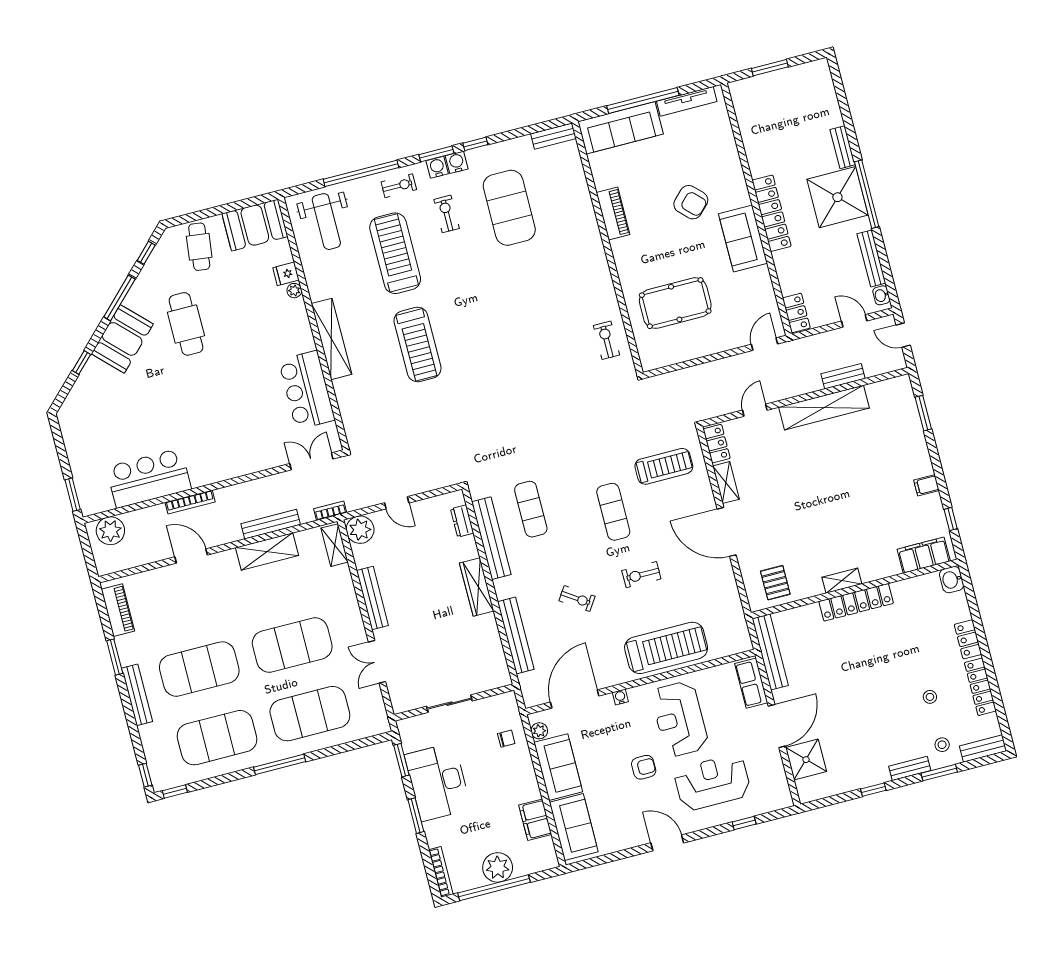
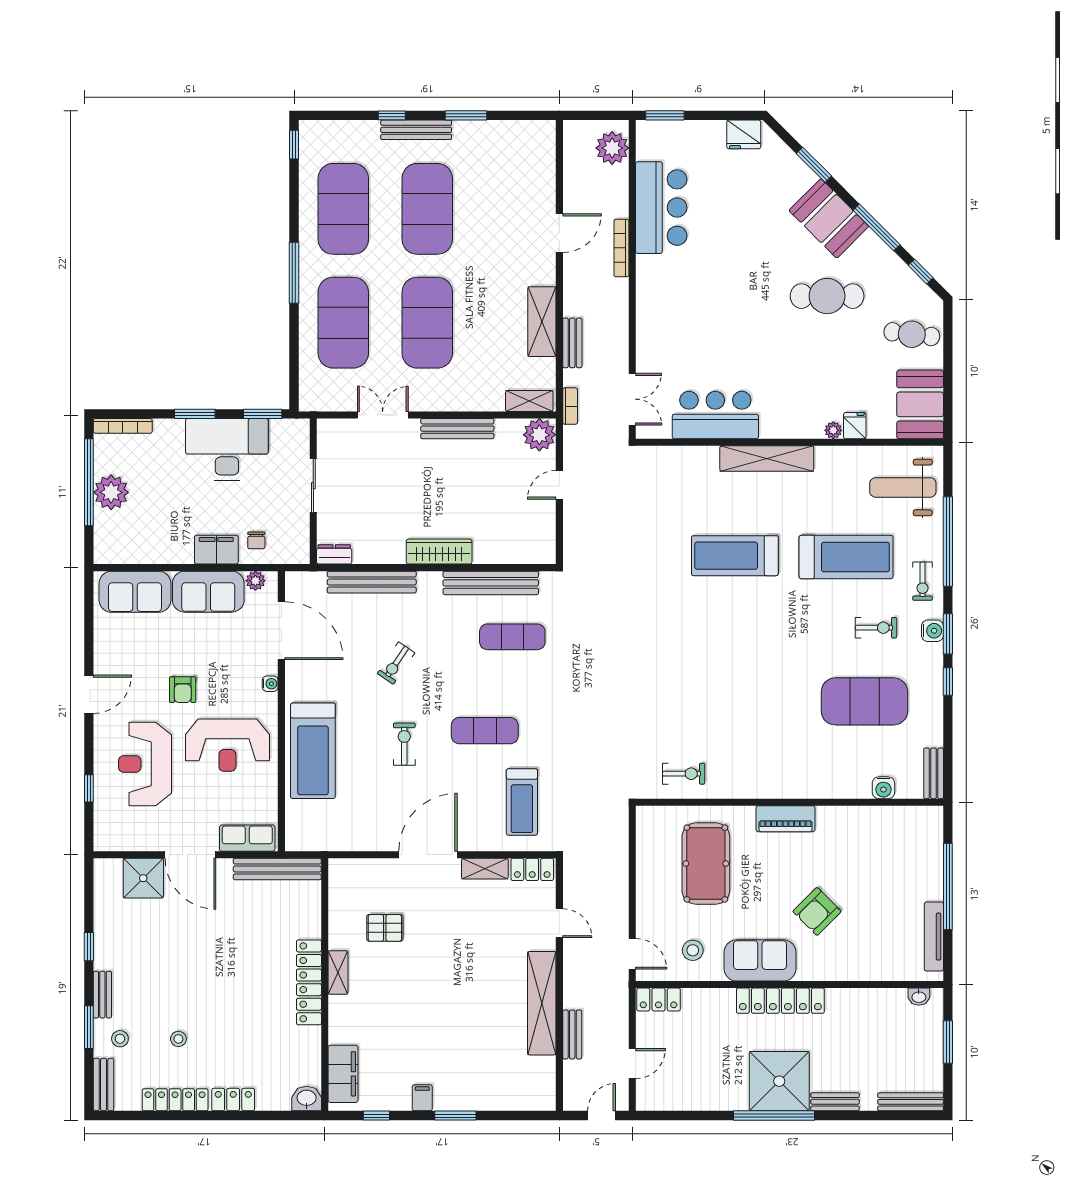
sofa: (621, 128) -> (923, 853), removed
water cooler: (457, 162) -> (883, 788), moved, turned 90
piano: (613, 214) -> (785, 819), moved
bench: (871, 258) -> (911, 1102), moved
stool: (749, 295) -> (693, 950), added
washbasin: (881, 295) -> (919, 997), moved, turned 180
window: (81, 362) -> (814, 165), width x1.50
window: (923, 413) -> (455, 1116), moved
fridge: (72, 426) -> (744, 134), added
dresser: (462, 521) -> (334, 554), moved
bench: (271, 524) -> (572, 343), width x0.73
pallet: (775, 583) -> (385, 928), moved
piano: (118, 610) -> (519, 133), removed
reception desk: (680, 719) -> (227, 745), turned 180
window: (145, 775) -> (392, 115), moved
reception desk: (712, 782) -> (145, 764), turned 180
filing cabinet: (535, 820) -> (216, 550), moved

